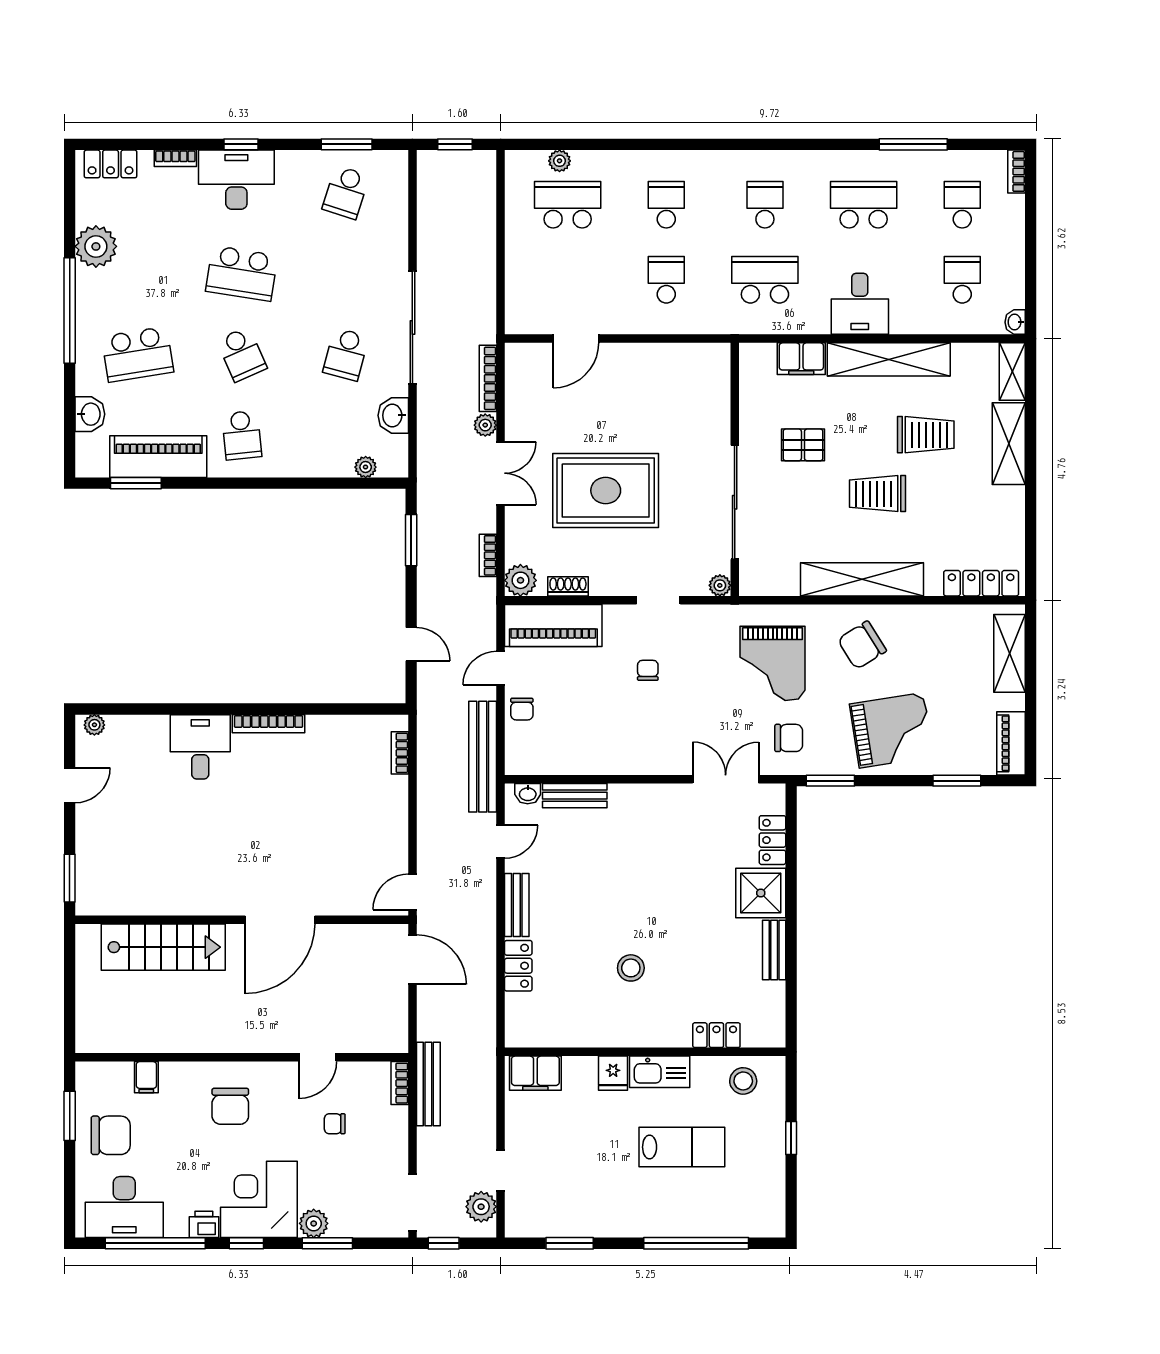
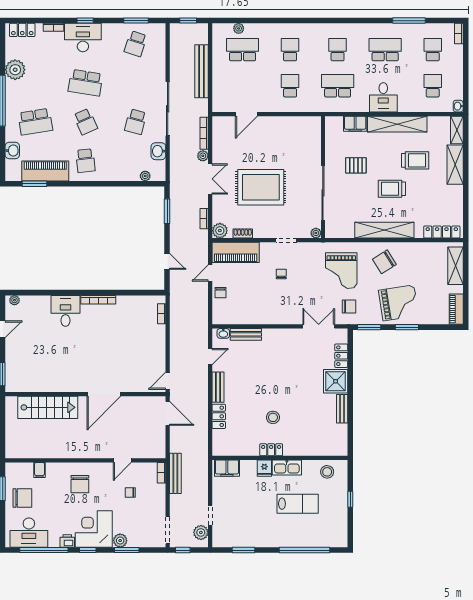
bench: (483, 757) -> (202, 71), moved
window: (957, 781) -> (407, 327), moved
locker: (716, 1035) -> (271, 450), moved

